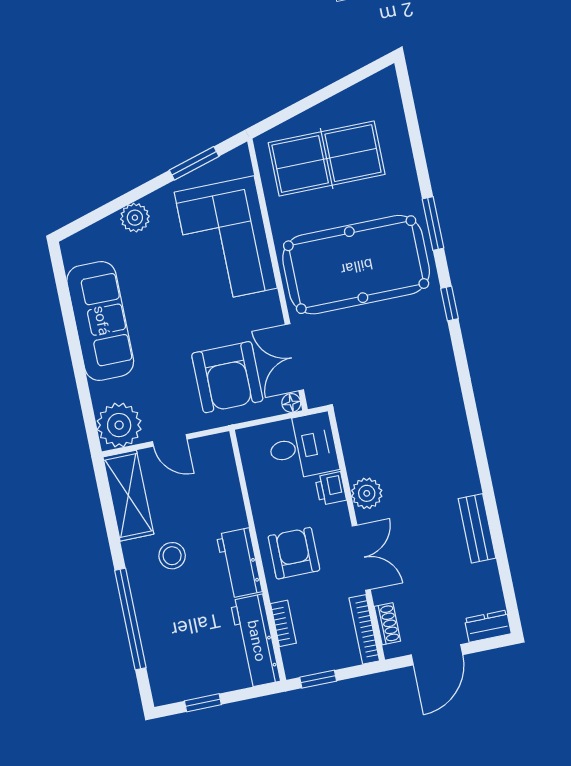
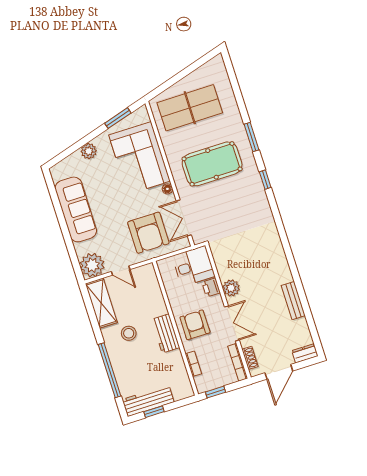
pool table: (356, 265) -> (212, 164), width x0.73, depth x0.76
floor lamp: (291, 403) -> (167, 189), moved
workbench: (255, 641) -> (148, 401), moved, turned 90

